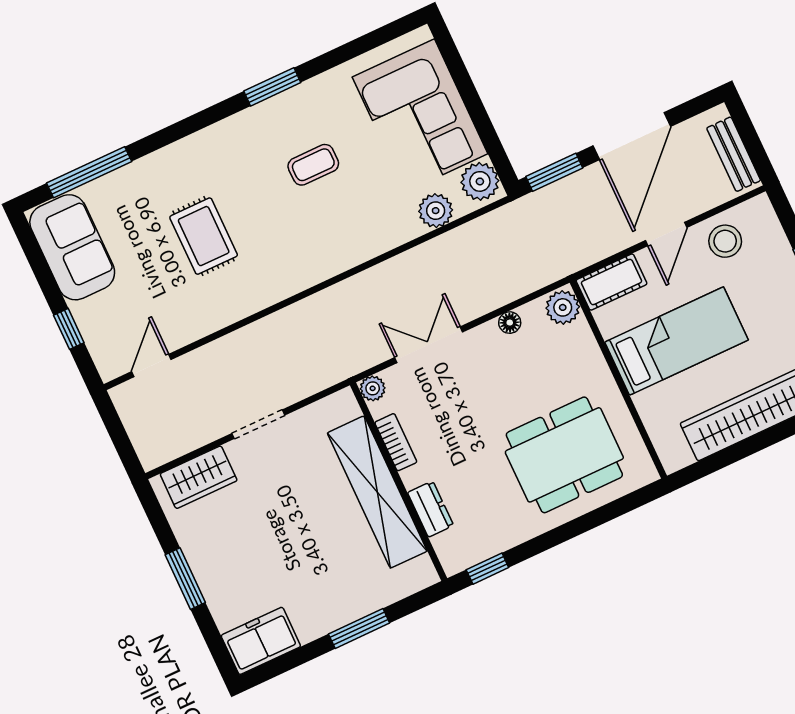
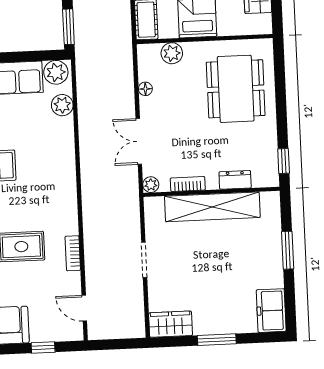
plant: (563, 307) -> (172, 53), moved
bookcase: (225, 315) -> (73, 253), added
wardrobe: (199, 477) -> (171, 324), moved, turned -90

